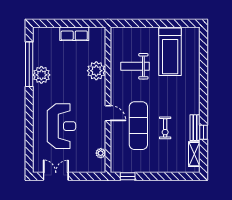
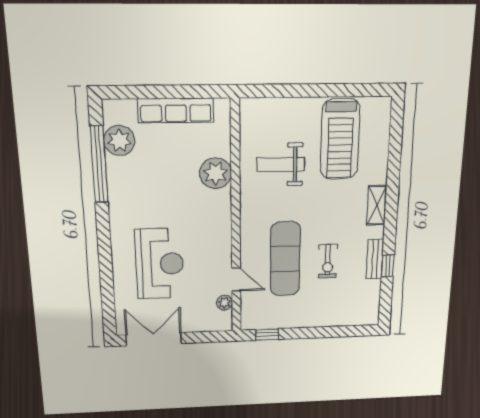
row of seats: (74, 34) -> (176, 110), width x1.48
plant: (41, 75) -> (119, 141), moved
door: (108, 113) -> (236, 279), moved
shelving: (194, 154) -> (377, 205), moved
double door: (56, 176) -> (154, 339), width x1.37

